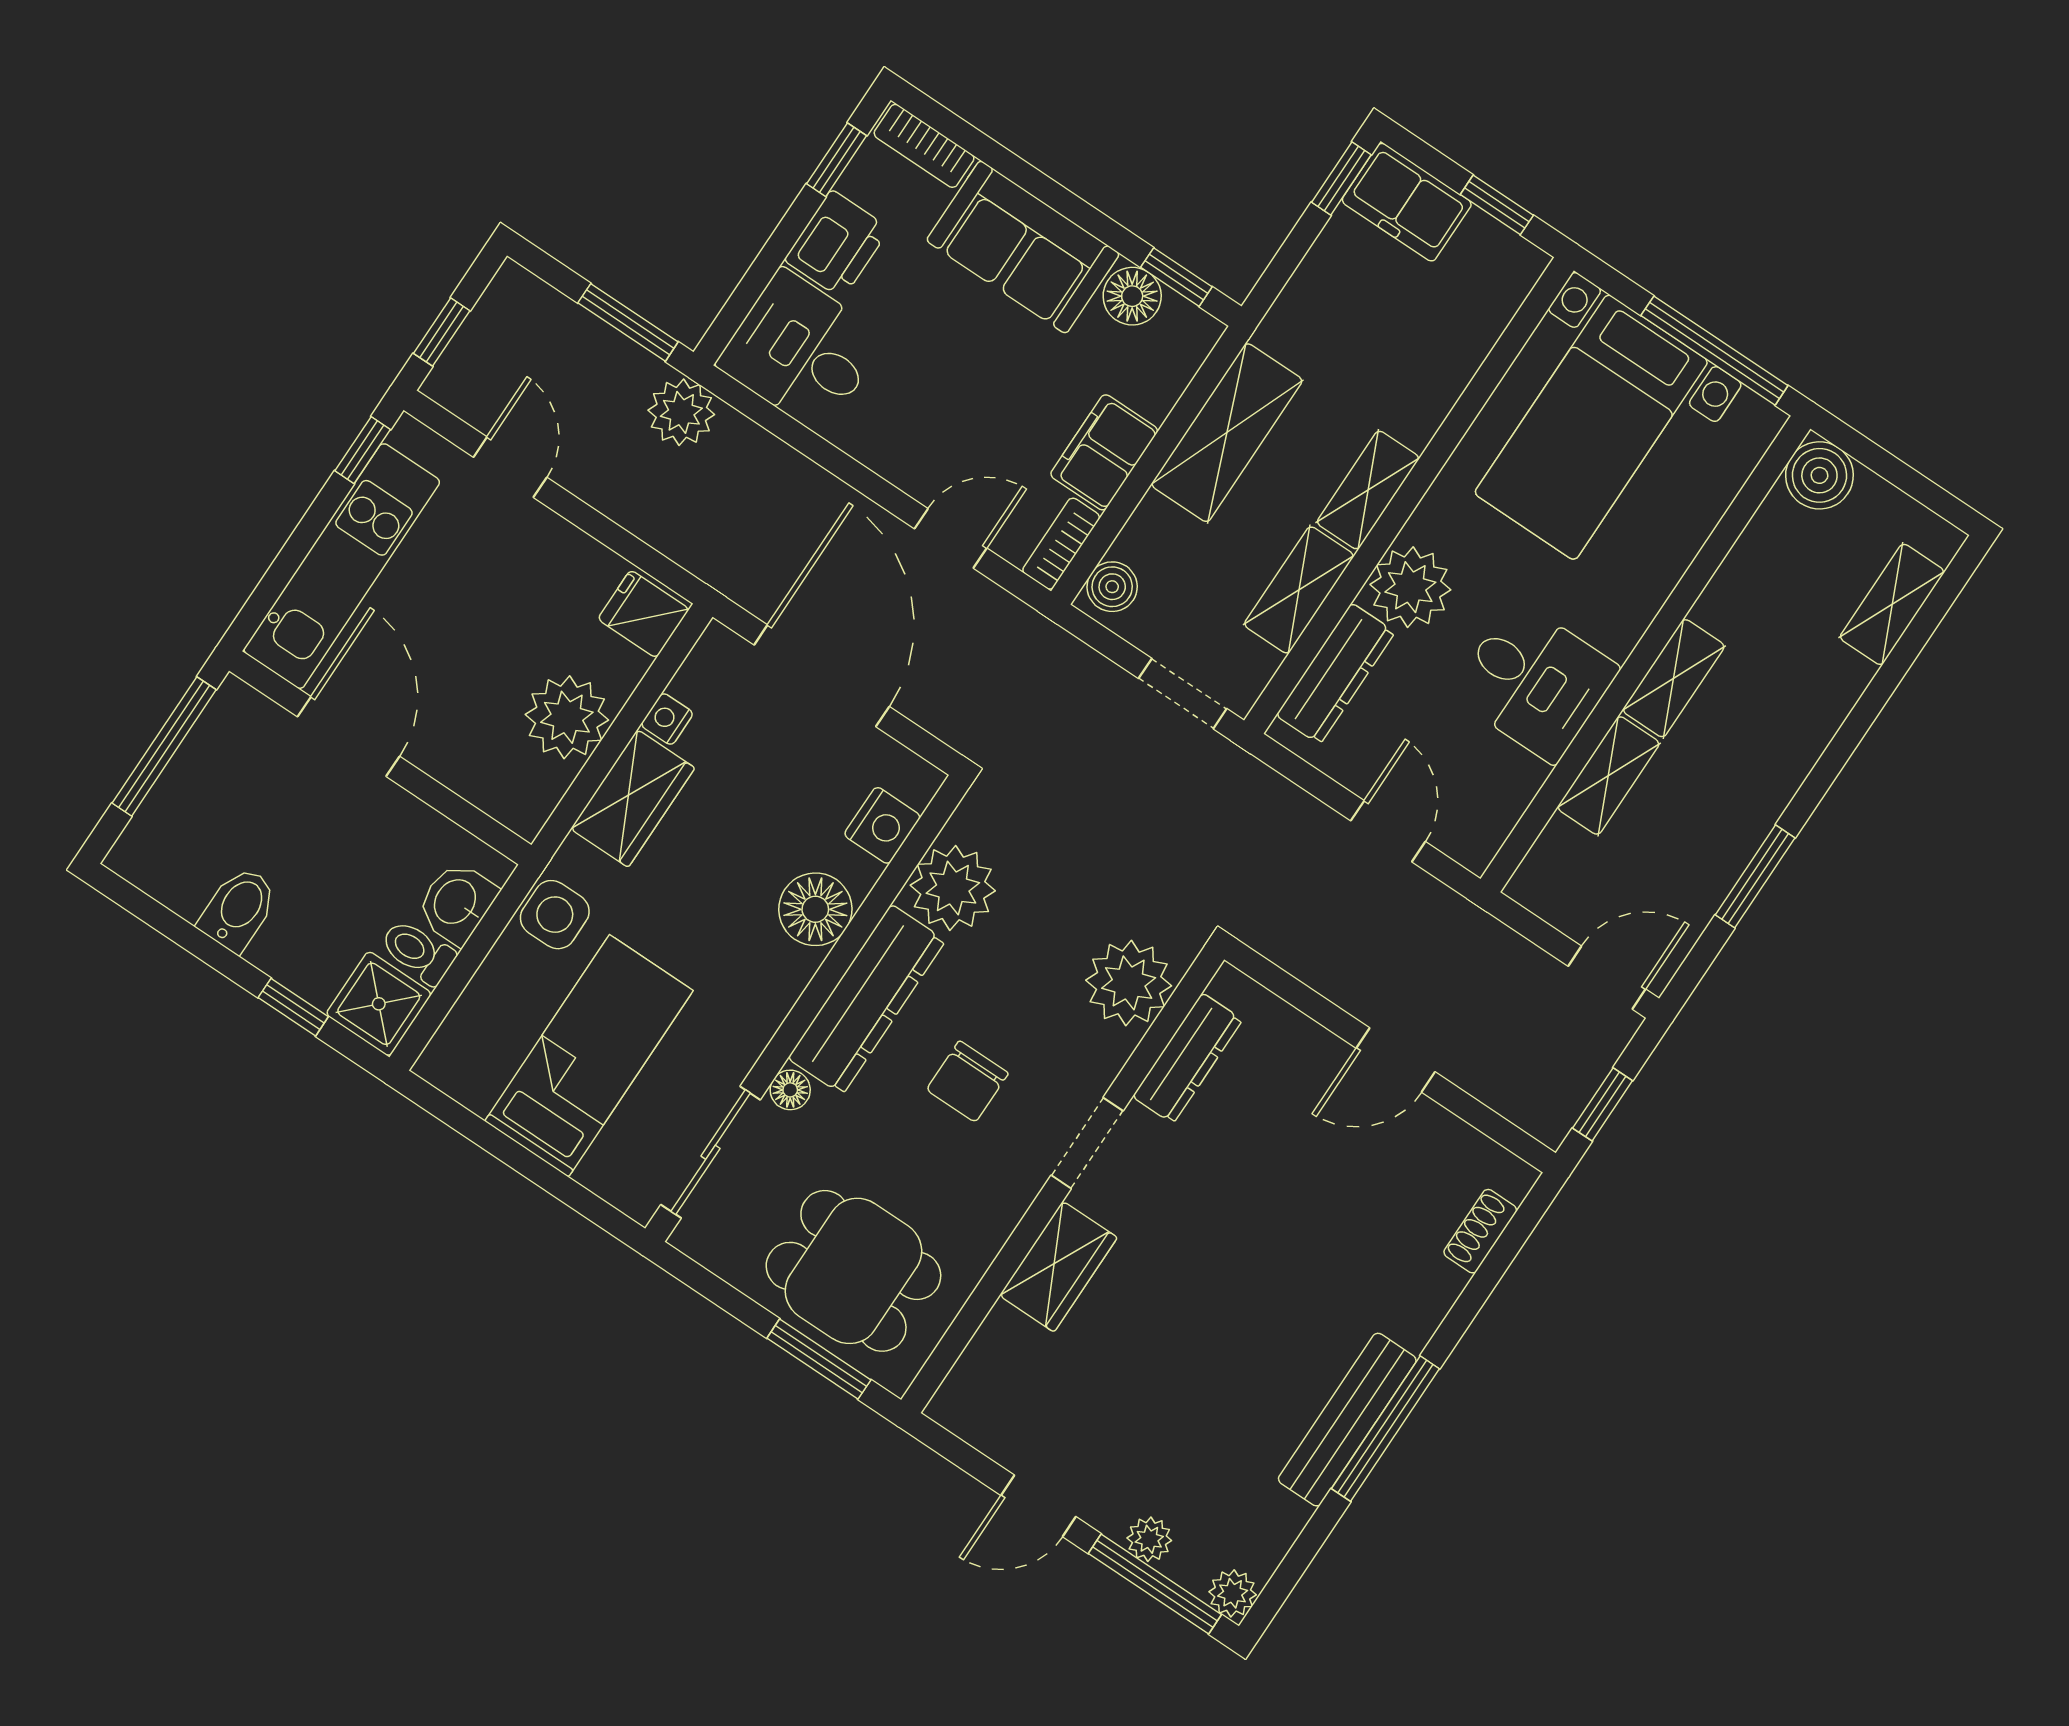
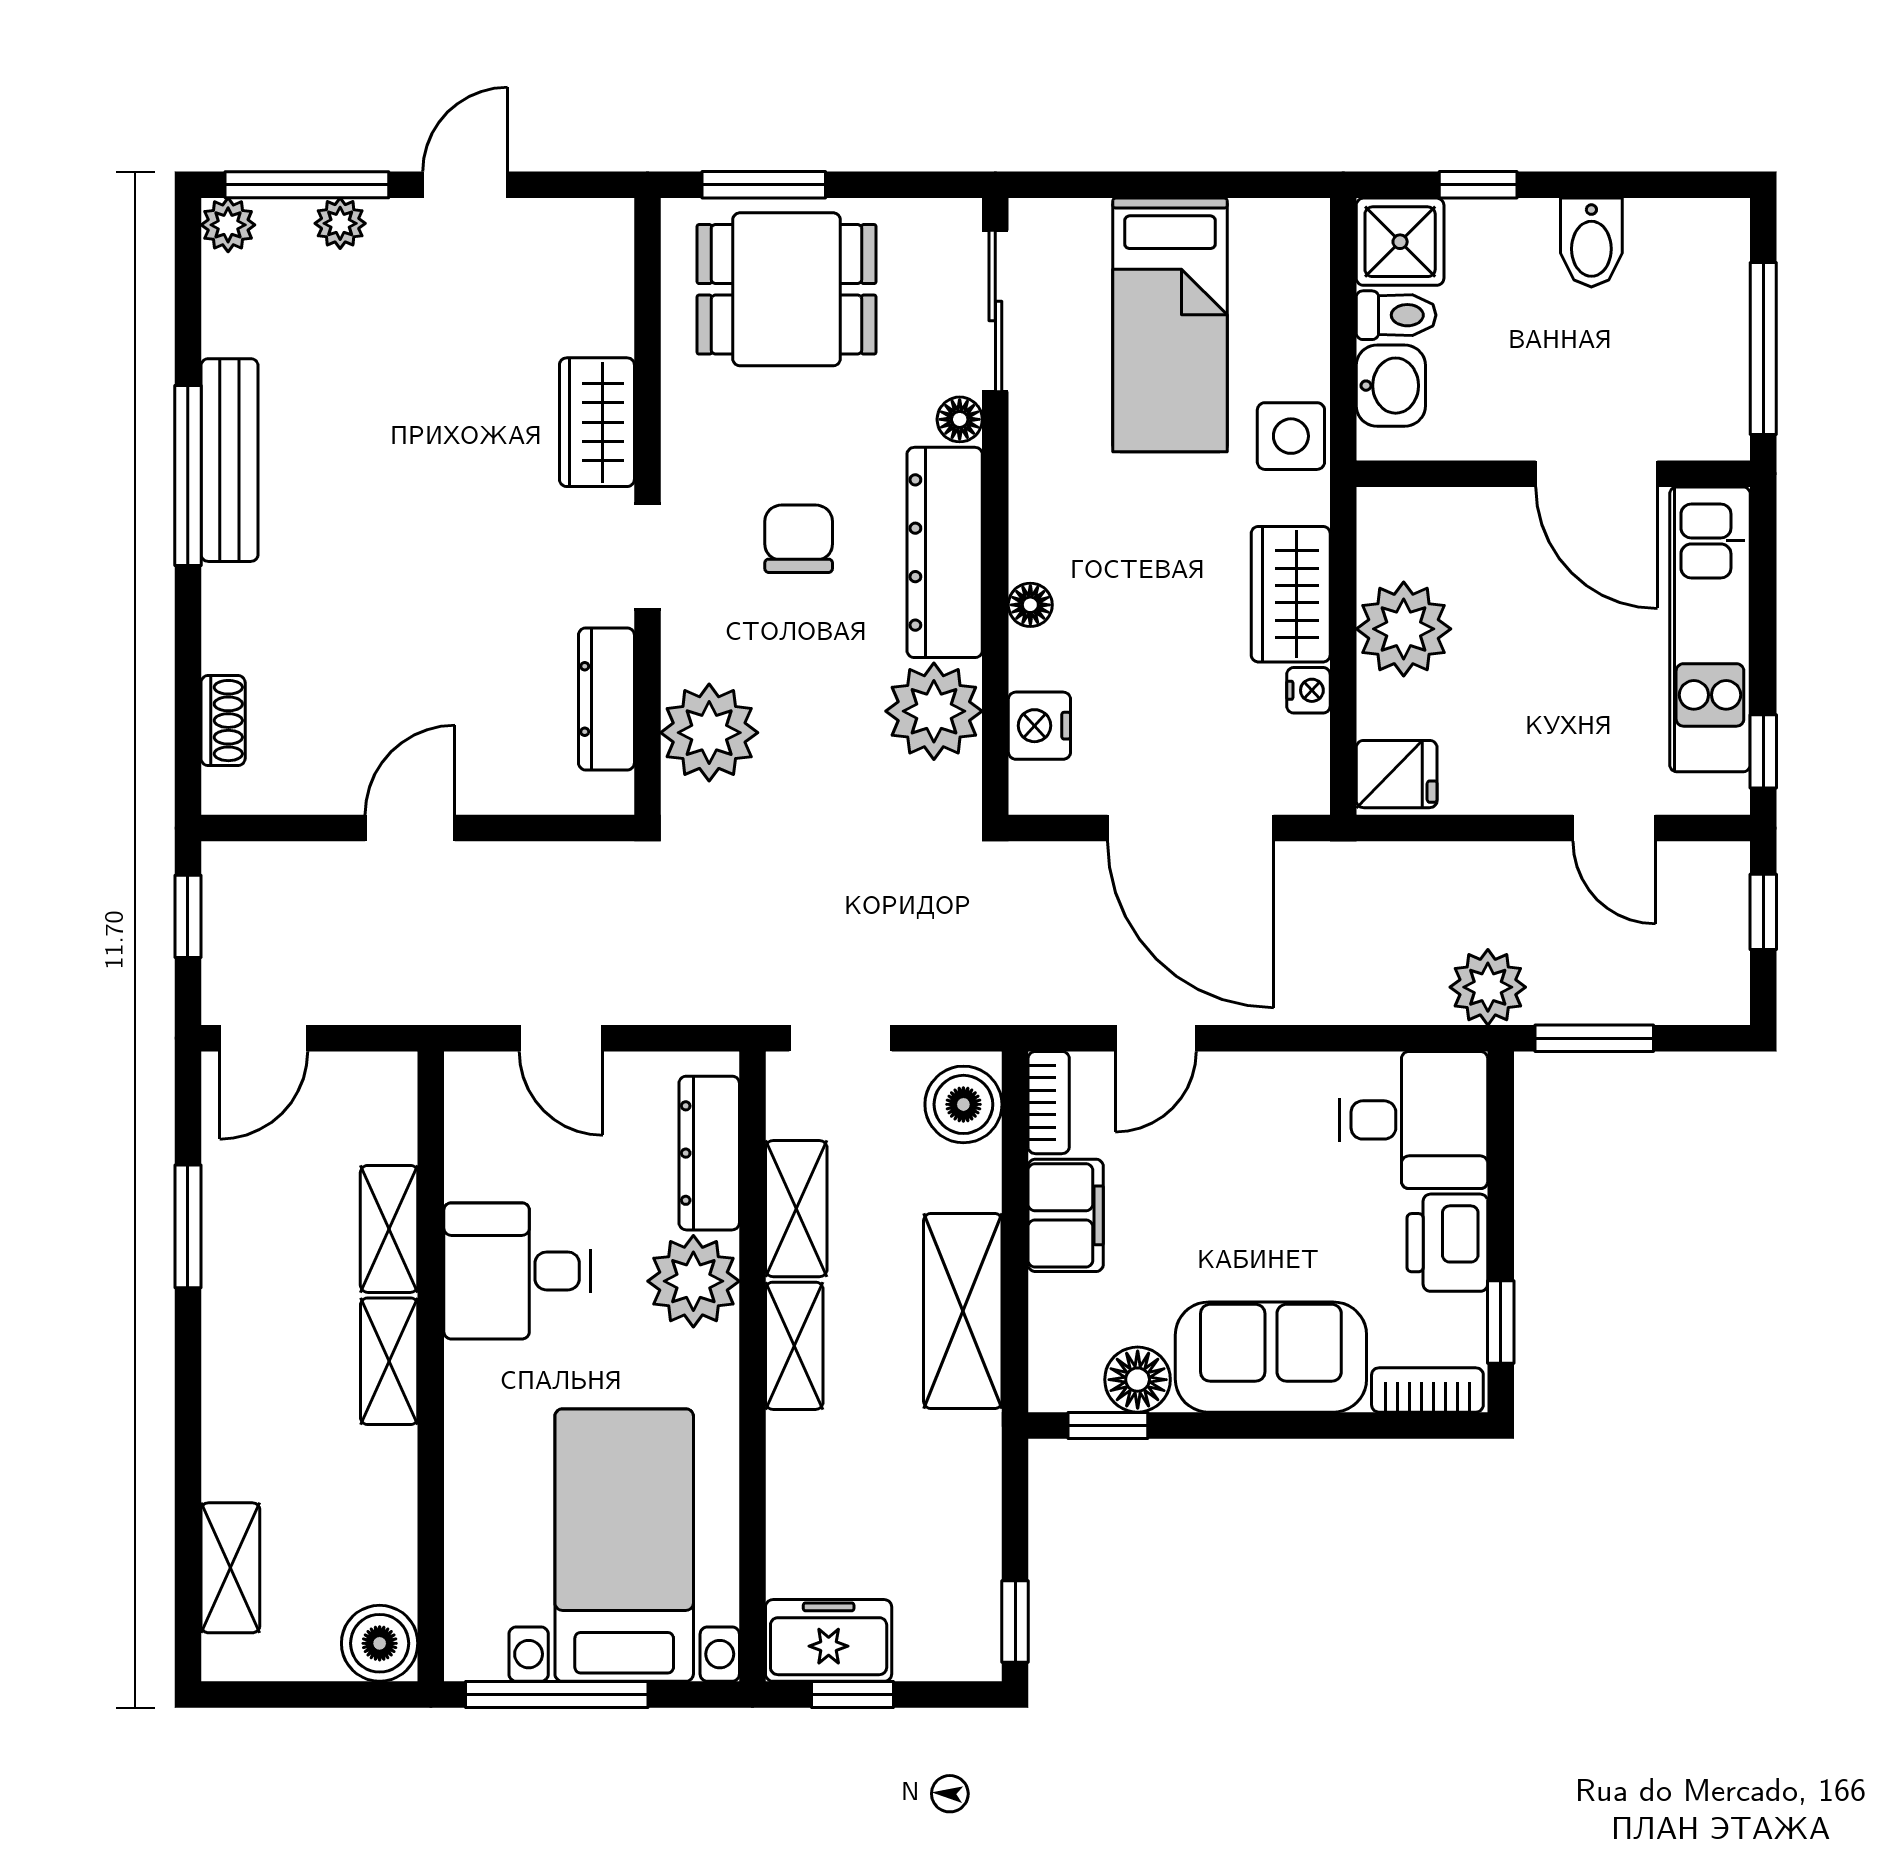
freezer: (1407, 202) -> (829, 1640), moved
boiler: (1112, 587) -> (963, 1104), width x1.36, depth x1.36
floor lamp: (815, 909) -> (1030, 605), width x0.53, depth x0.53

